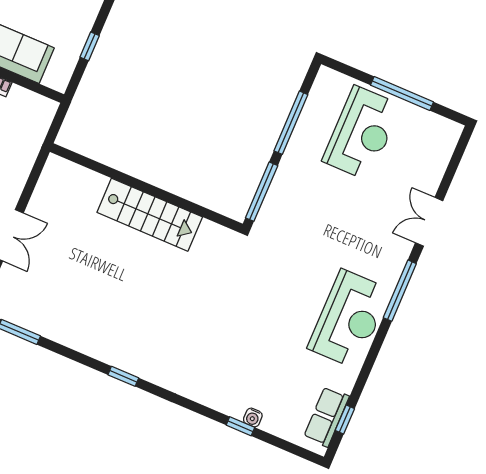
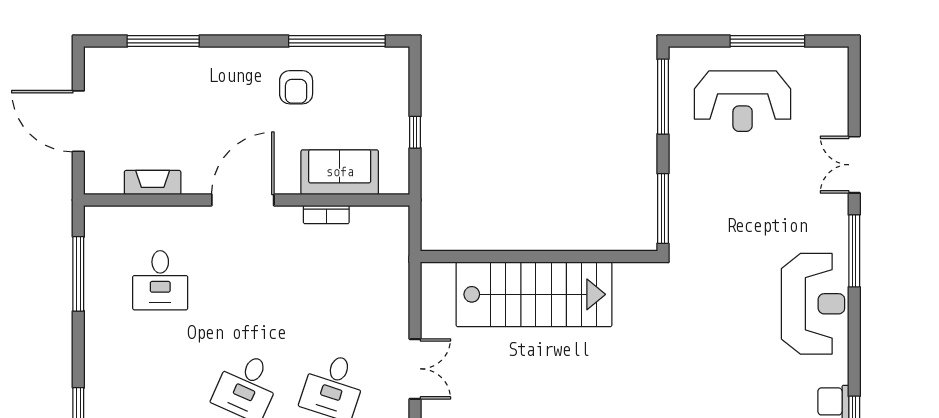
window: (291, 123) -> (663, 97), moved
reception desk: (362, 133) -> (743, 101), turned 90
stairs: (150, 215) -> (534, 294), width x1.36, depth x1.51

